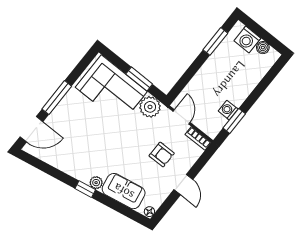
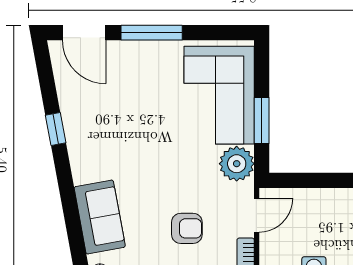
armchair: (162, 154) -> (187, 228), turned -90
plant: (96, 183) -> (82, 172), removed
window: (85, 189) -> (56, 129), moved

